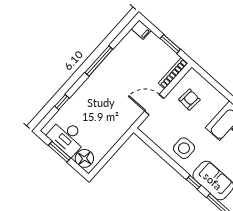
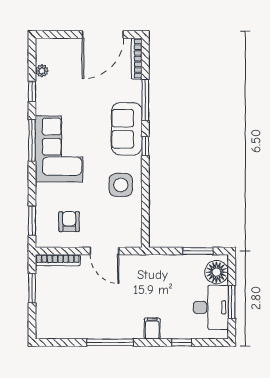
filing cabinet: (141, 30) -> (152, 328), moved
window: (209, 79) -> (32, 221), added
armchair: (189, 100) -> (69, 222), turned 86
window: (106, 159) -> (198, 251), added

